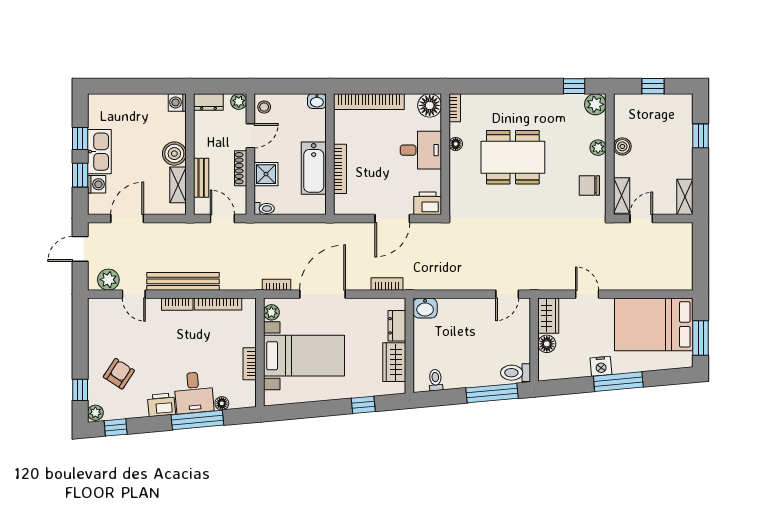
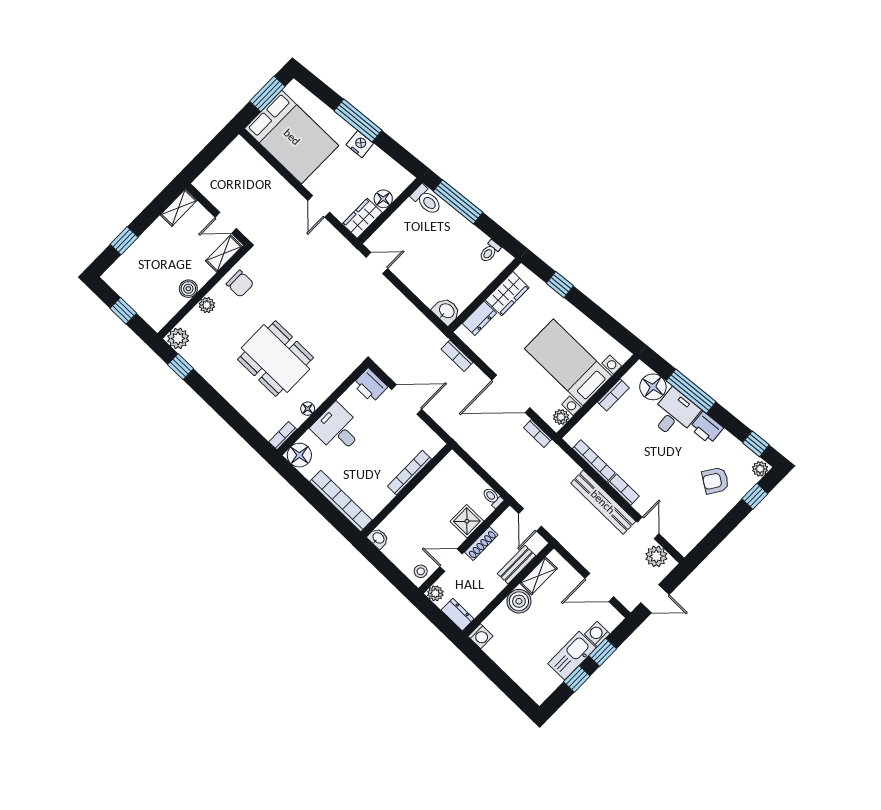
bathtub: (314, 168) -> (428, 492), removed
floor lamp: (222, 403) -> (653, 387), width x1.89, depth x1.89

